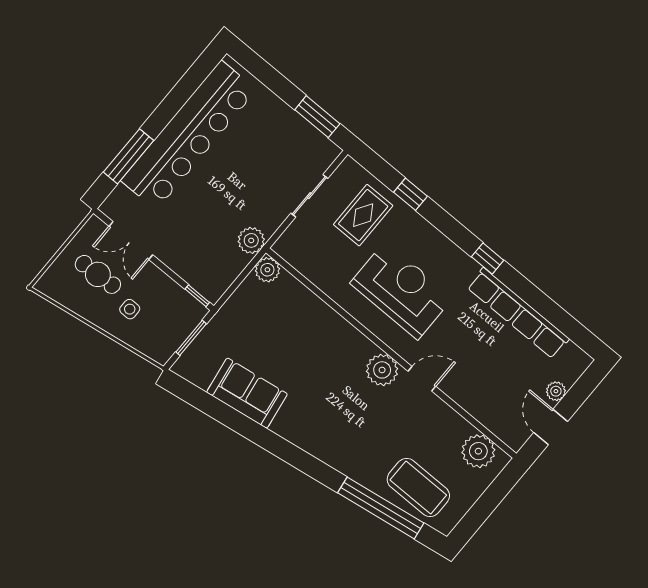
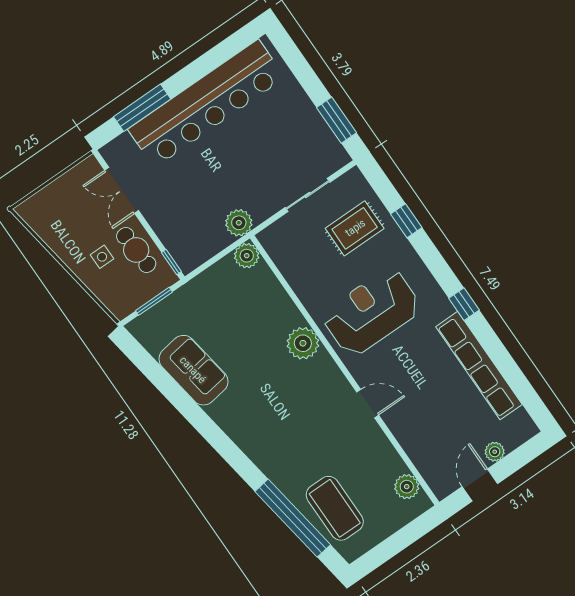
cafe table: (98, 274) -> (136, 250), moved
reception desk: (401, 290) -> (372, 312), turned -90
plant: (382, 370) -> (303, 343), moved
plant: (478, 451) -> (407, 487), width x0.73, depth x0.73

